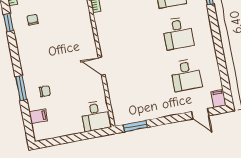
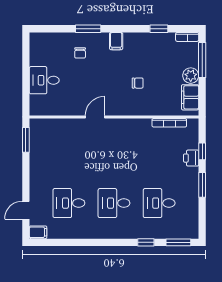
chair: (33, 20) -> (138, 83), moved
filing cabinet: (38, 116) -> (116, 41), moved
desk: (95, 116) -> (44, 80), moved

